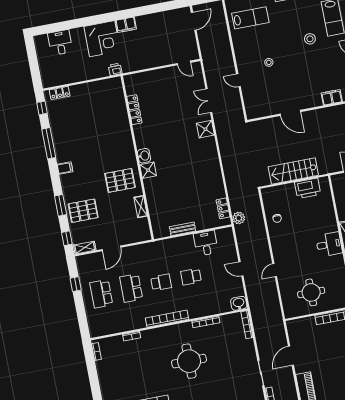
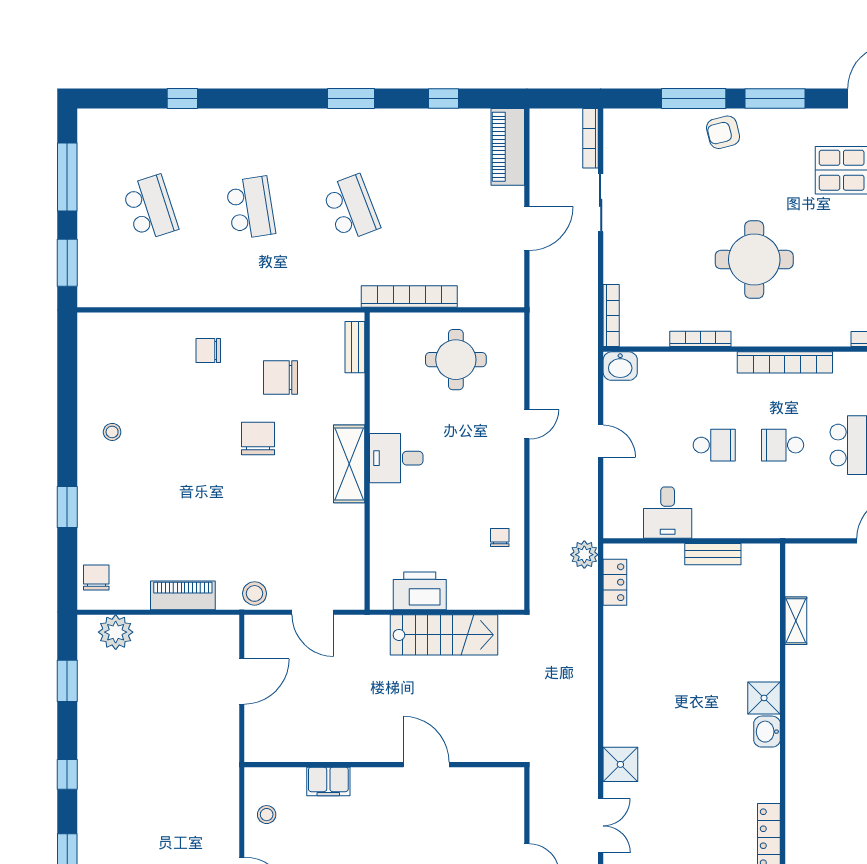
pallet: (120, 180) -> (830, 687), removed

